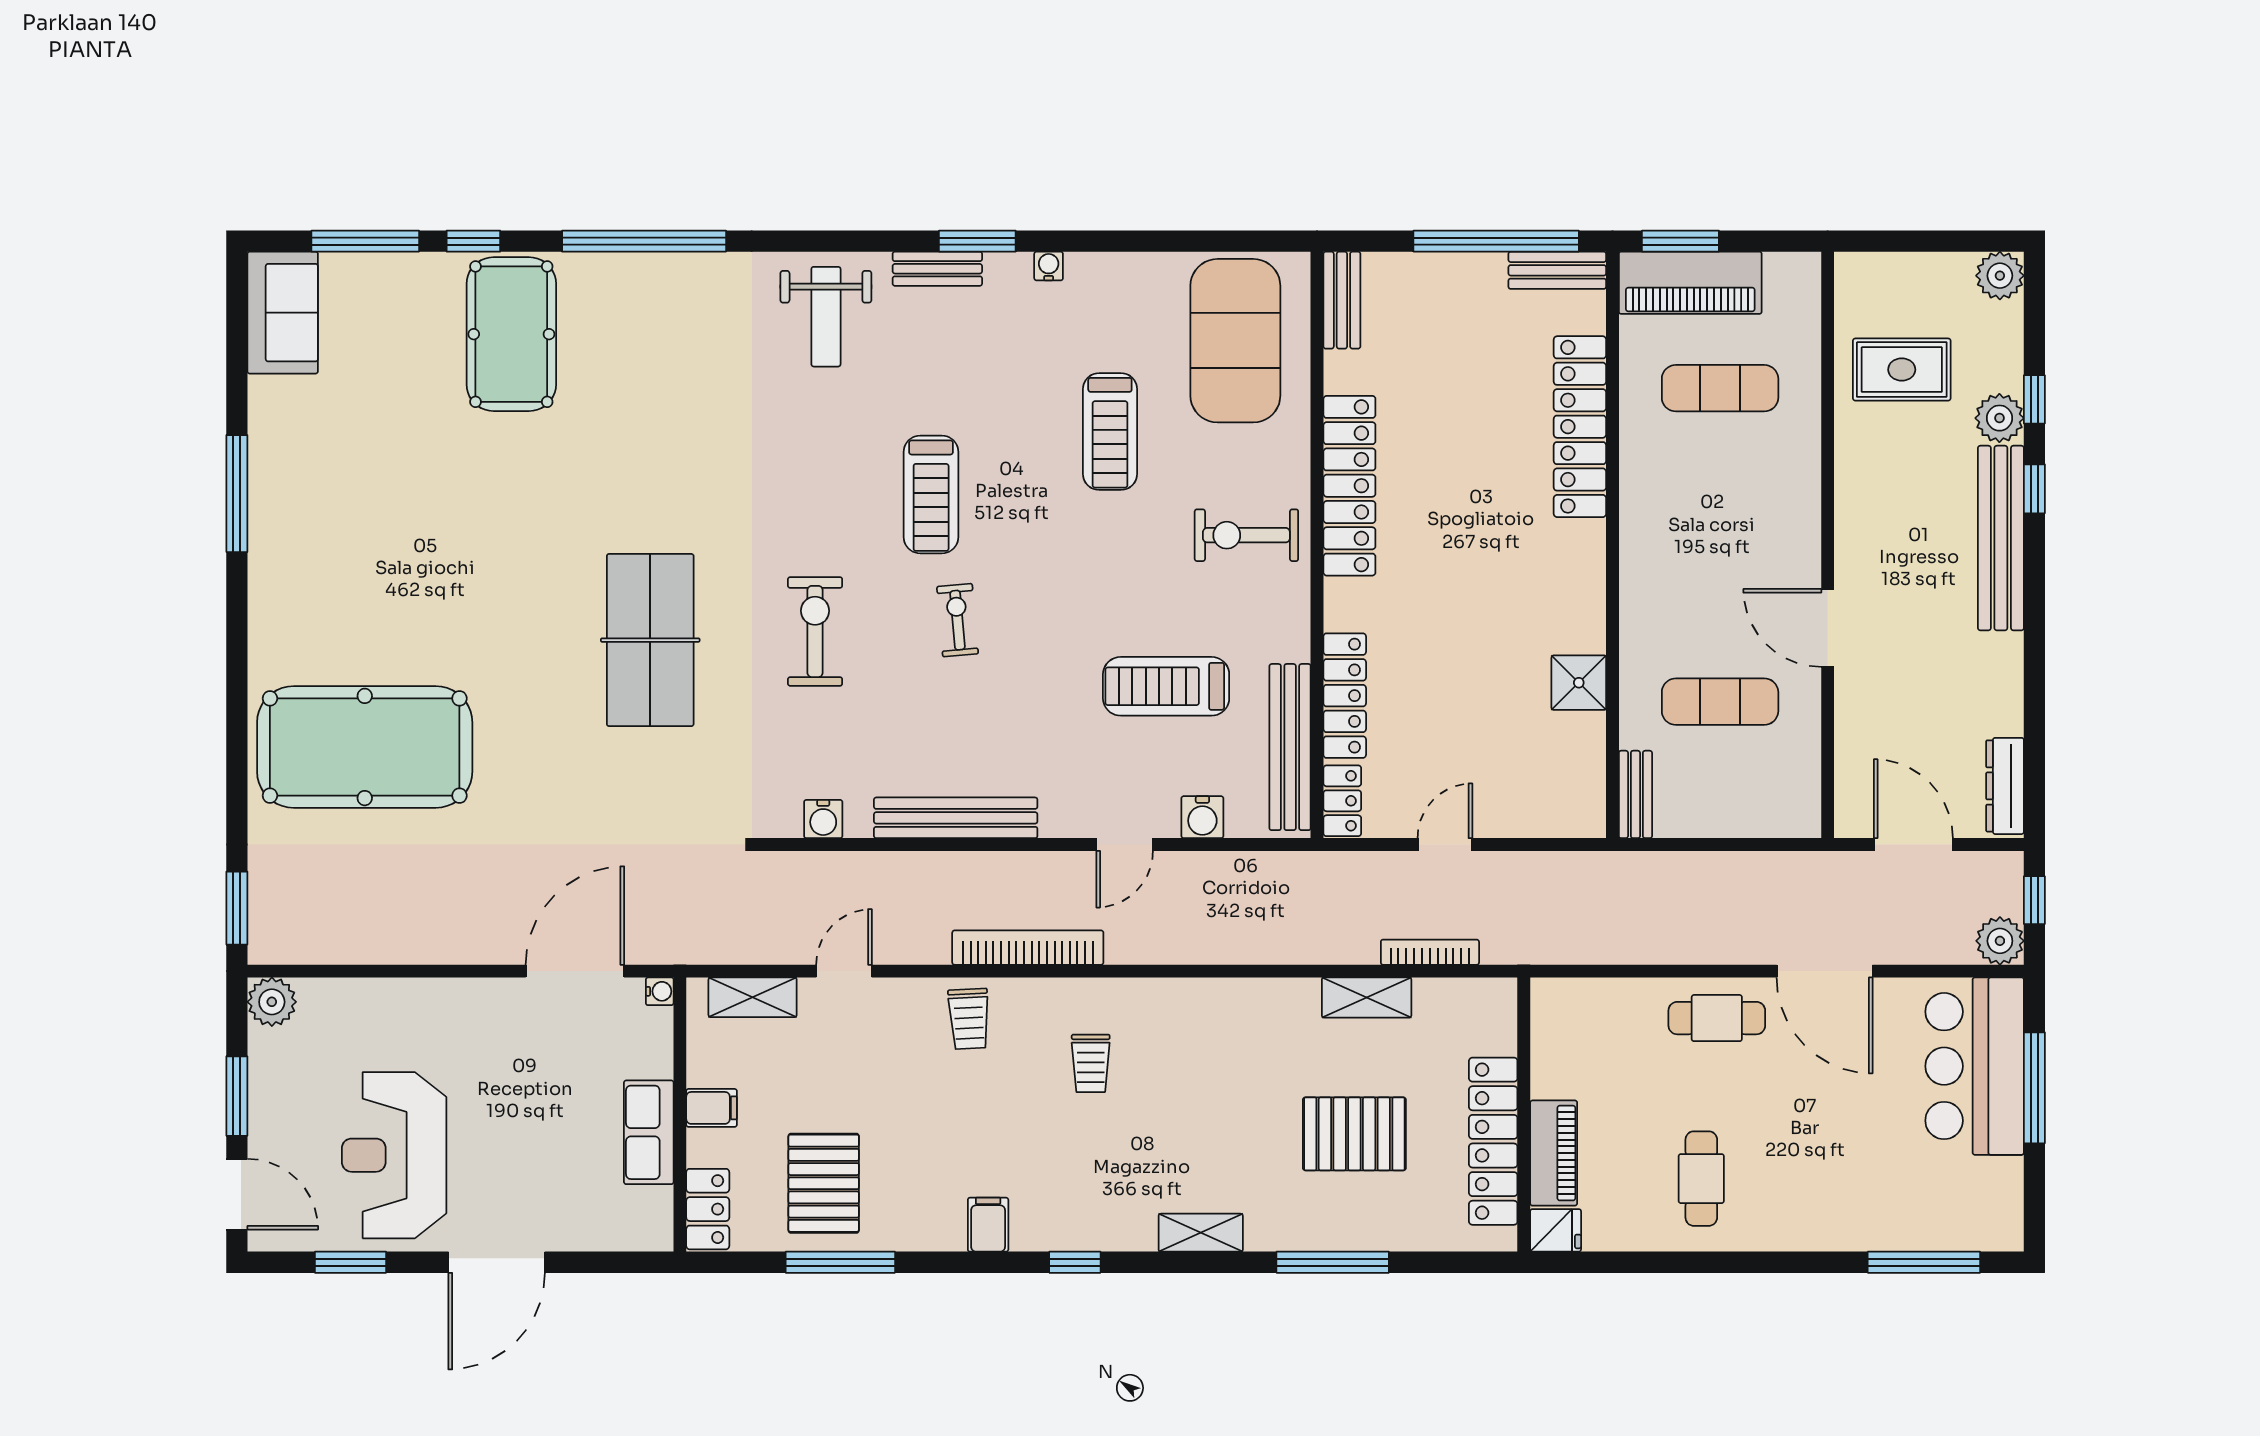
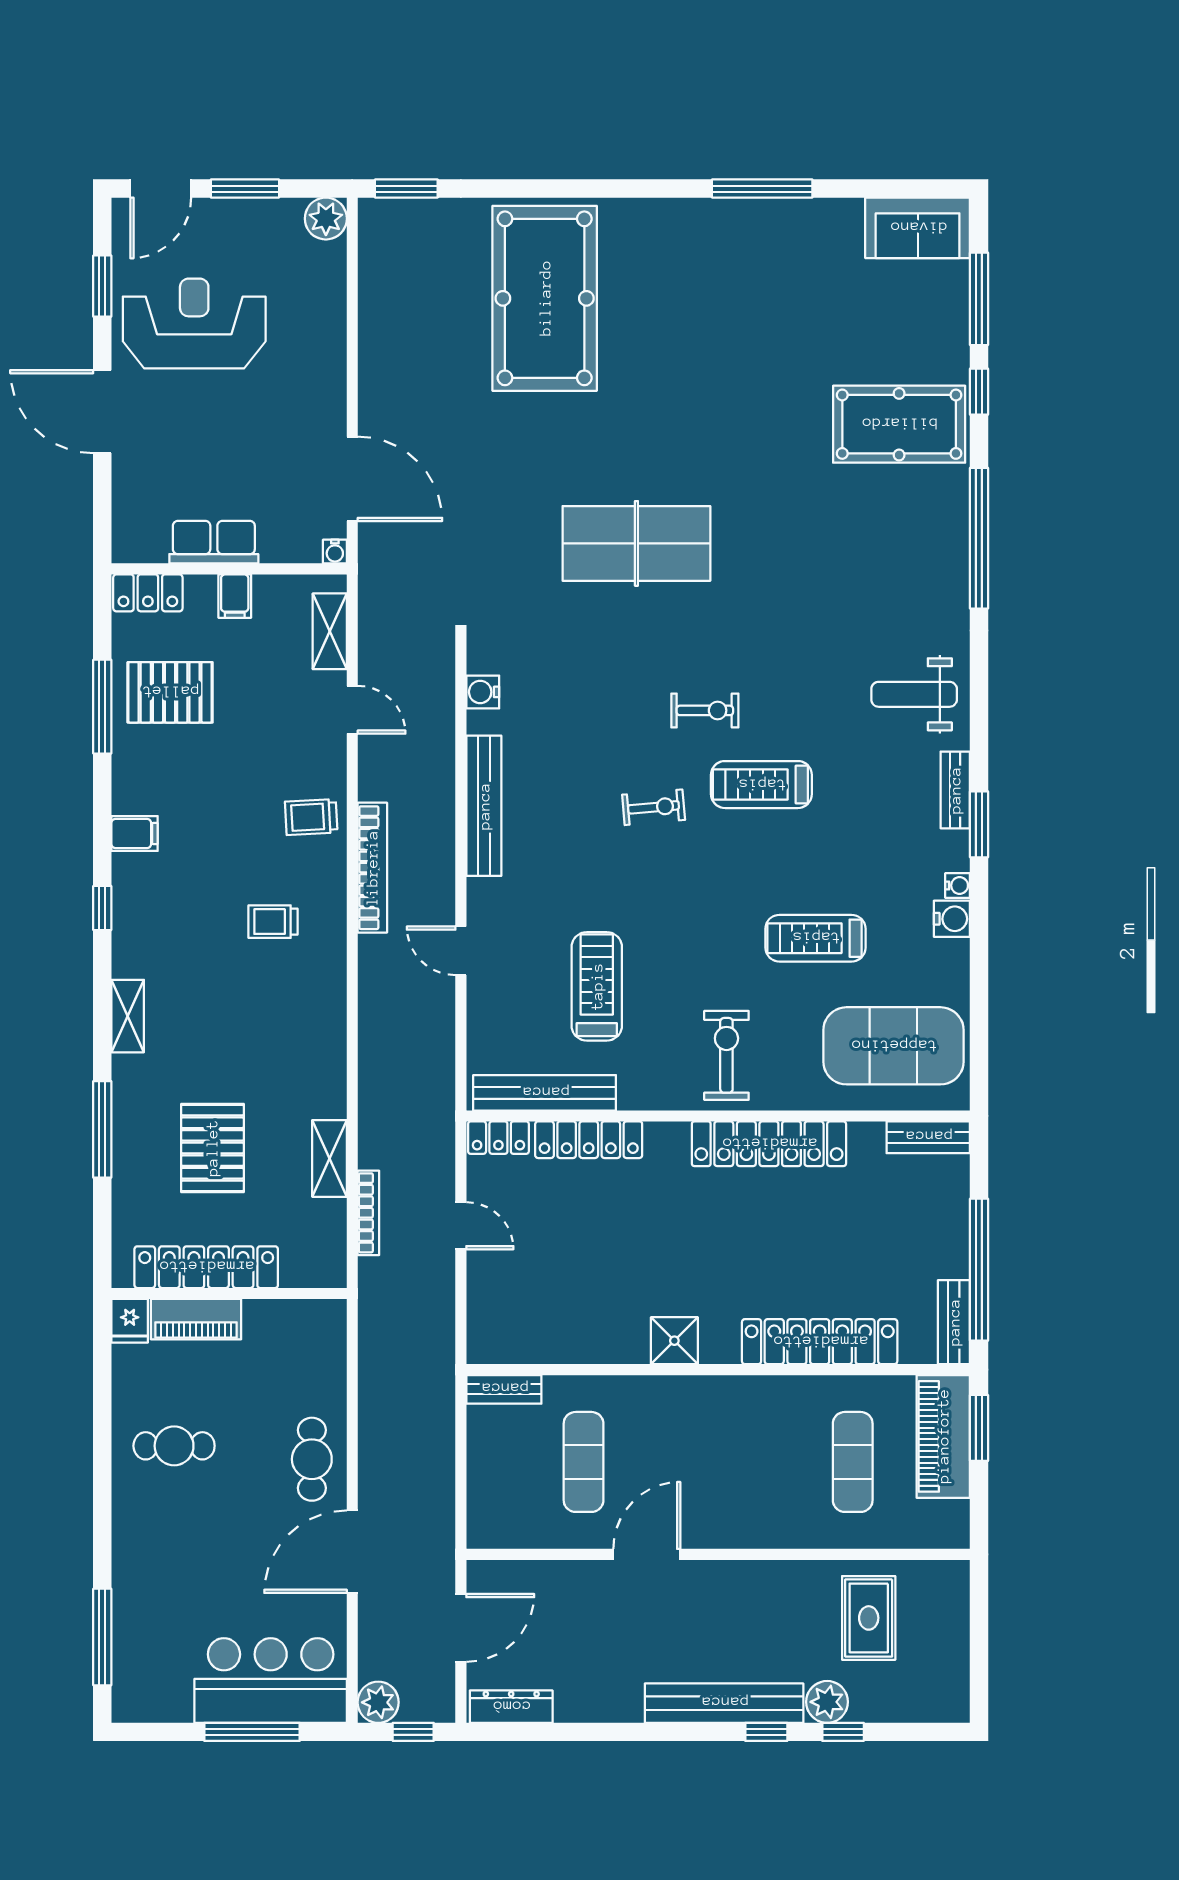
plant: (2000, 276) -> (949, 1702), removed
exercise bike: (815, 631) -> (705, 710), moved, width x0.73, depth x0.72
shower: (1579, 683) -> (674, 1341), moved
water cooler: (1202, 817) -> (952, 919), moved, turned 180

